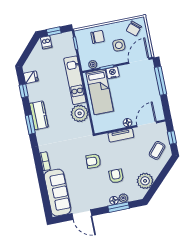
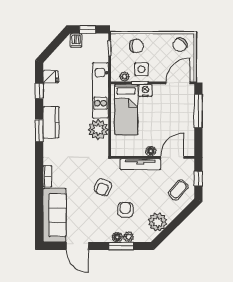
side table: (119, 45) -> (141, 69), moved
tv unit: (121, 135) -> (140, 164), width x1.41
armchair: (93, 161) -> (103, 187), turned -70

